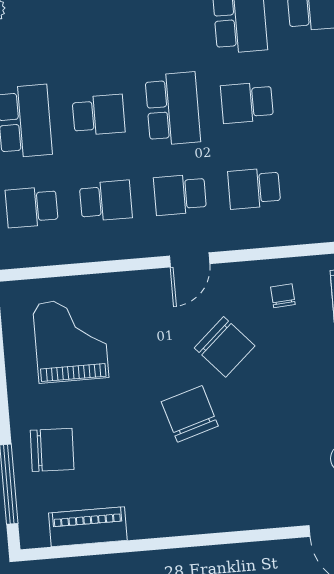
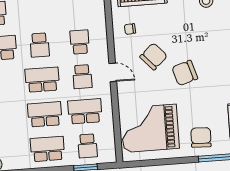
school desk: (99, 115) -> (45, 114), width x1.85
school desk: (254, 188) -> (80, 42), turned 180
school desk: (106, 201) -> (85, 111), width x1.85
grand piano: (71, 340) -> (150, 128), width x1.37, depth x1.48

